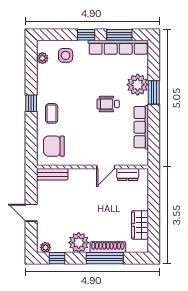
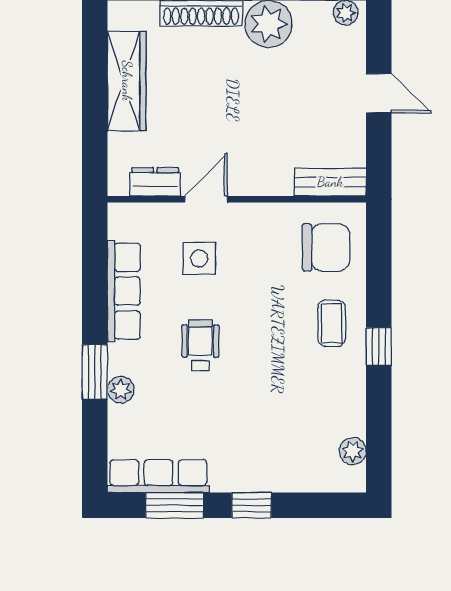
row of seats: (118, 47) -> (158, 476), width x0.73
side table: (66, 55) -> (199, 258), moved
plant: (138, 85) -> (121, 390), width x0.53, depth x0.53
wheelchair: (108, 104) -> (200, 345), turned -90
wardrobe: (140, 225) -> (127, 81), width x1.50

